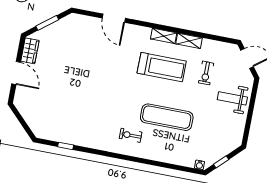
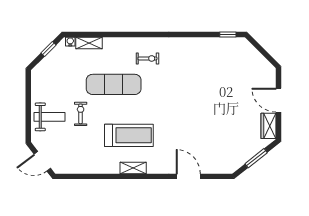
shelving: (189, 41) -> (89, 43), moved
treadmill: (162, 67) -> (129, 135), turned 180
exercise bike: (206, 73) -> (81, 114), moved
window: (66, 146) -> (228, 34), moved

